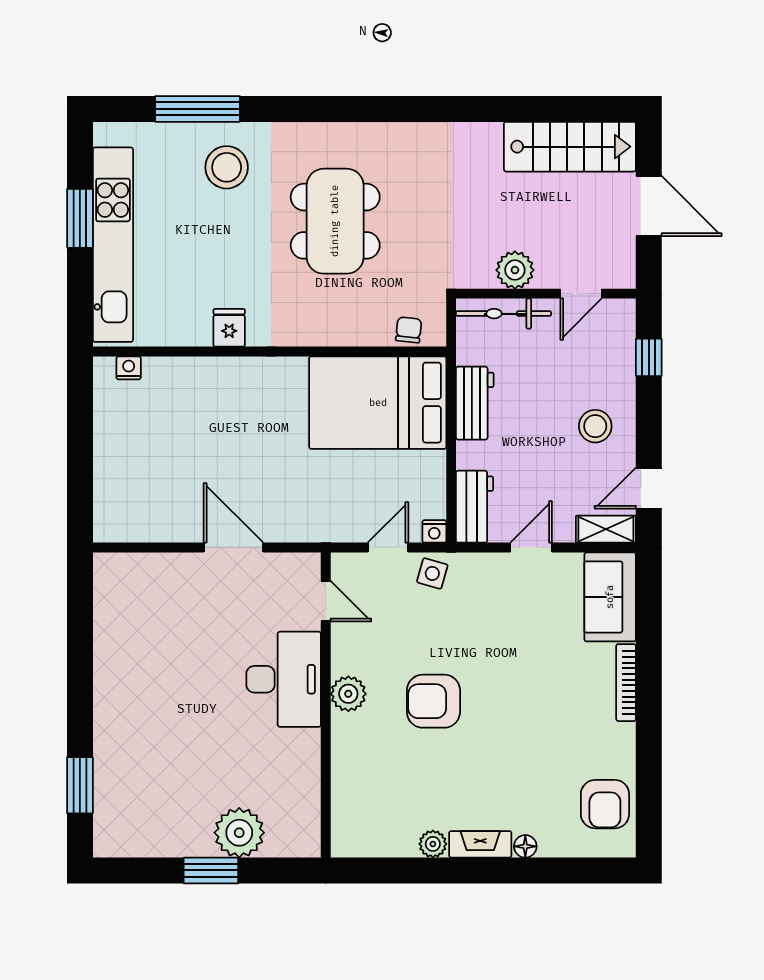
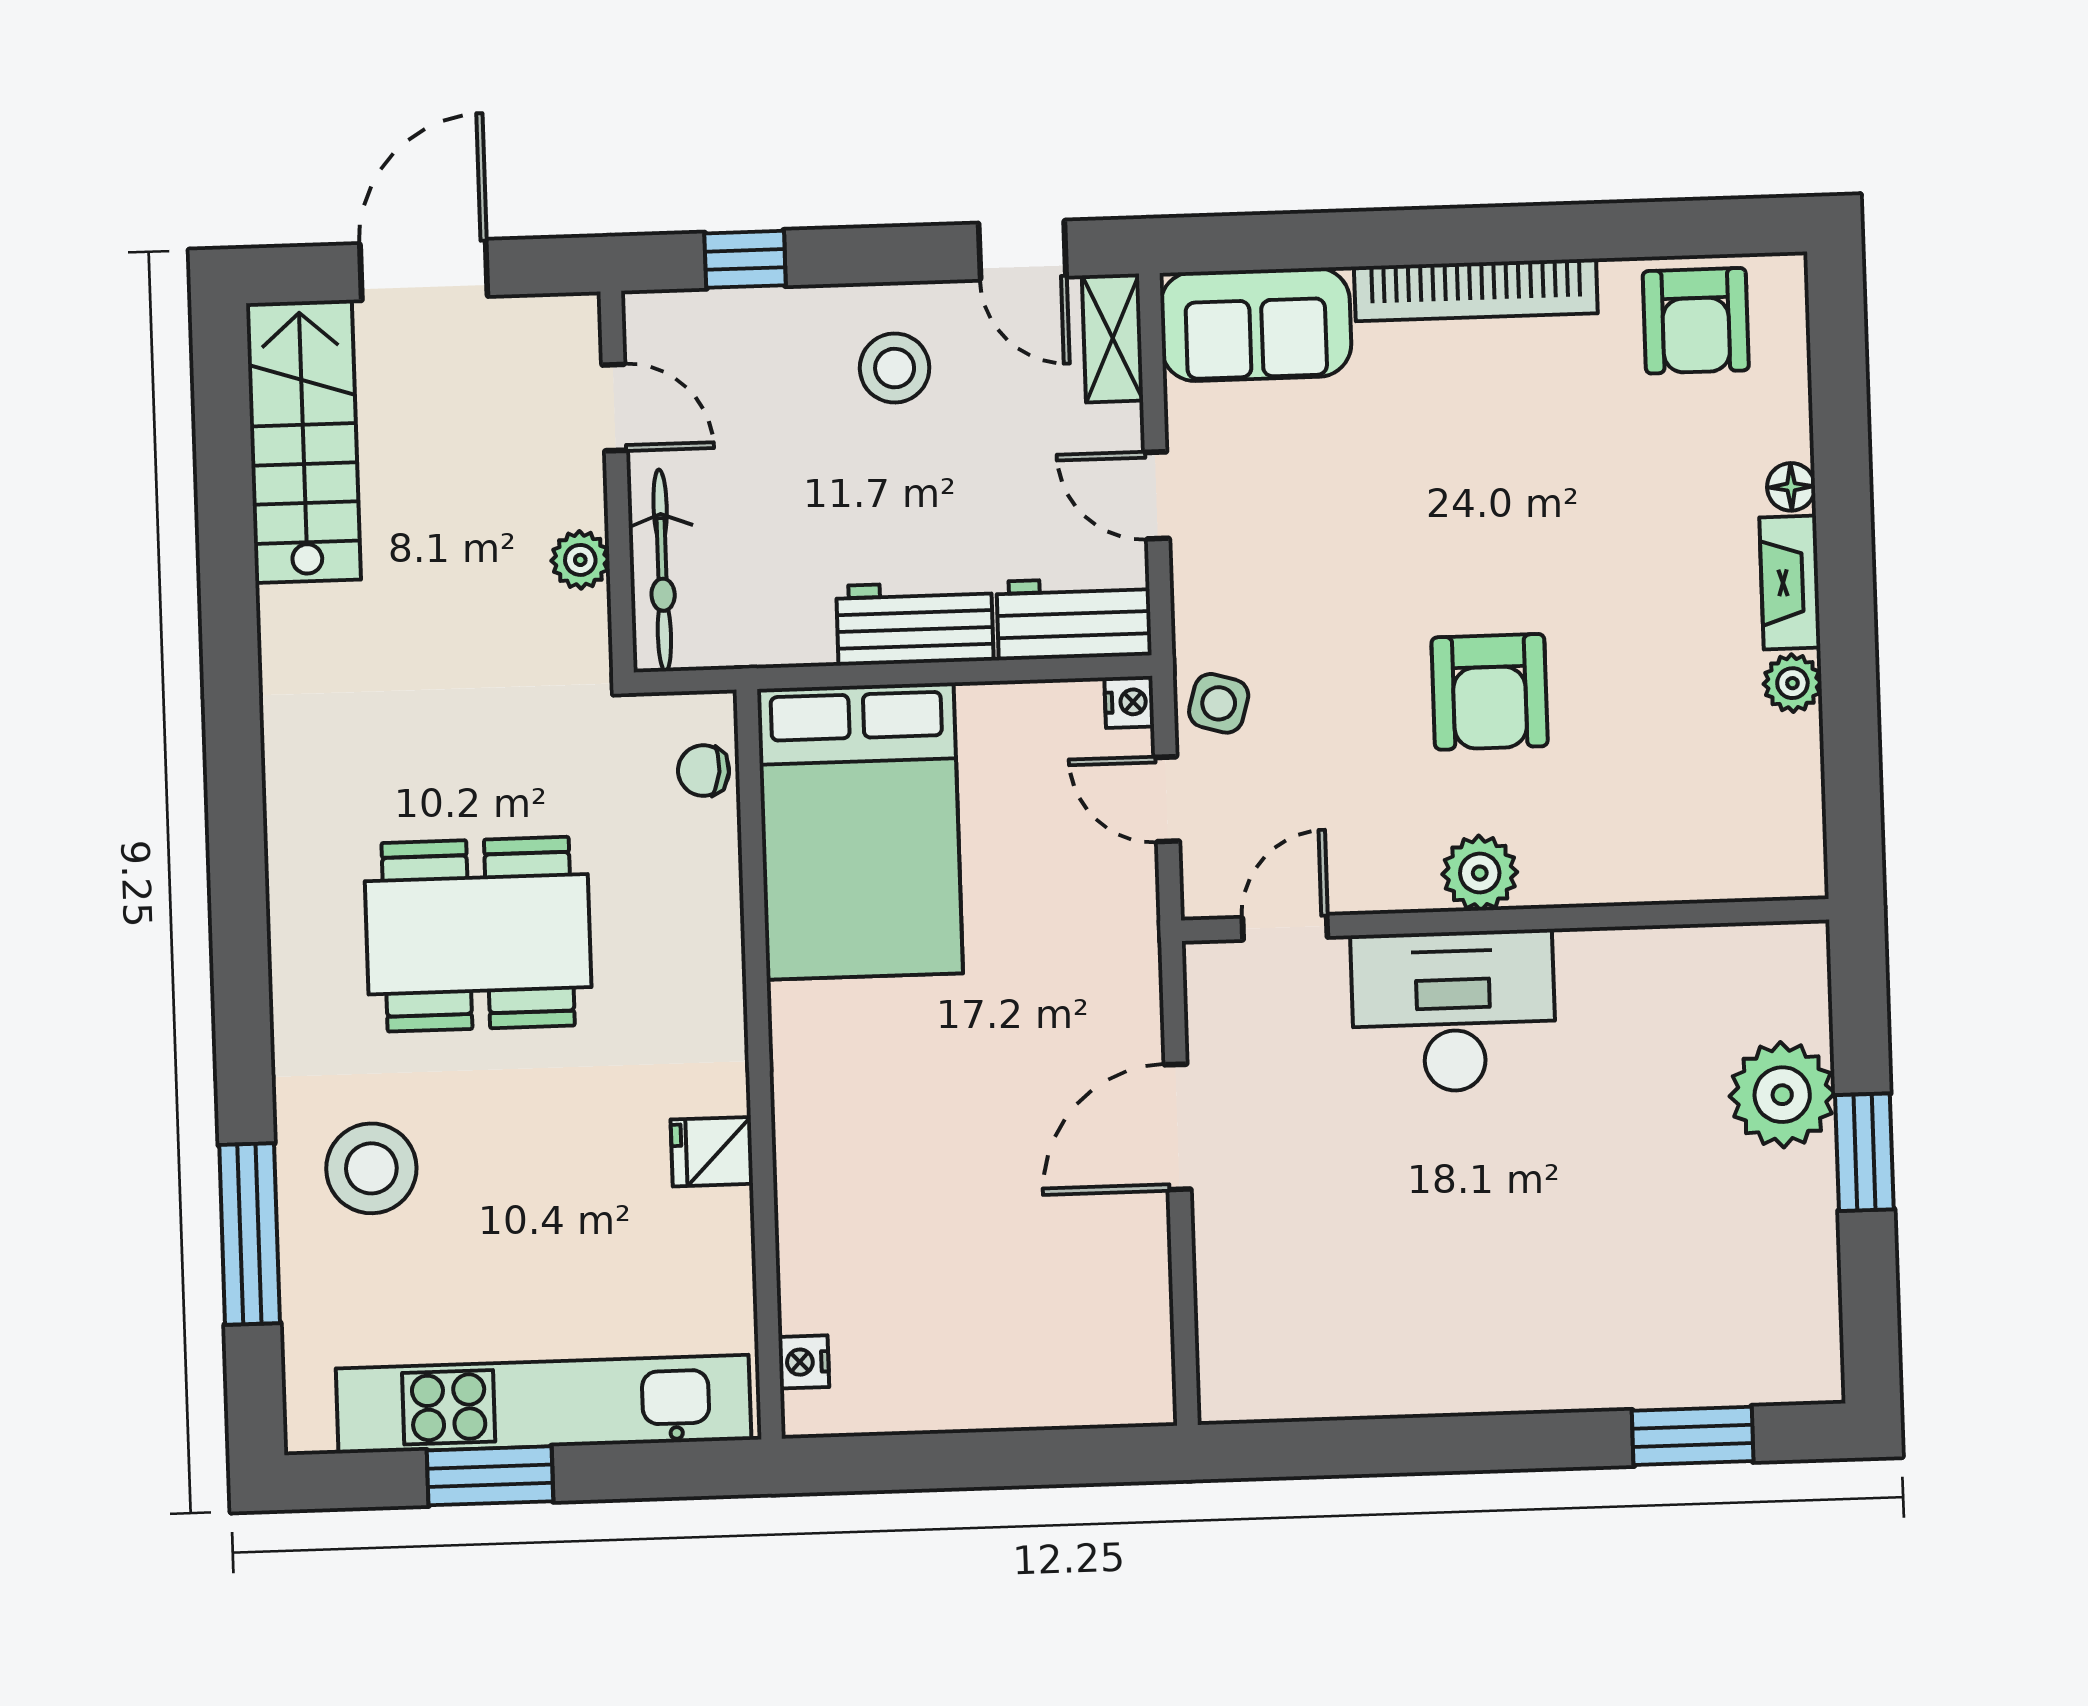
plant: (515, 270) -> (580, 560), width x0.73, depth x0.73
workbench: (475, 403) -> (915, 623), moved
bookcase: (626, 683) -> (1476, 290), width x1.48, depth x1.31
armchair: (605, 804) -> (1696, 321), turned 90

